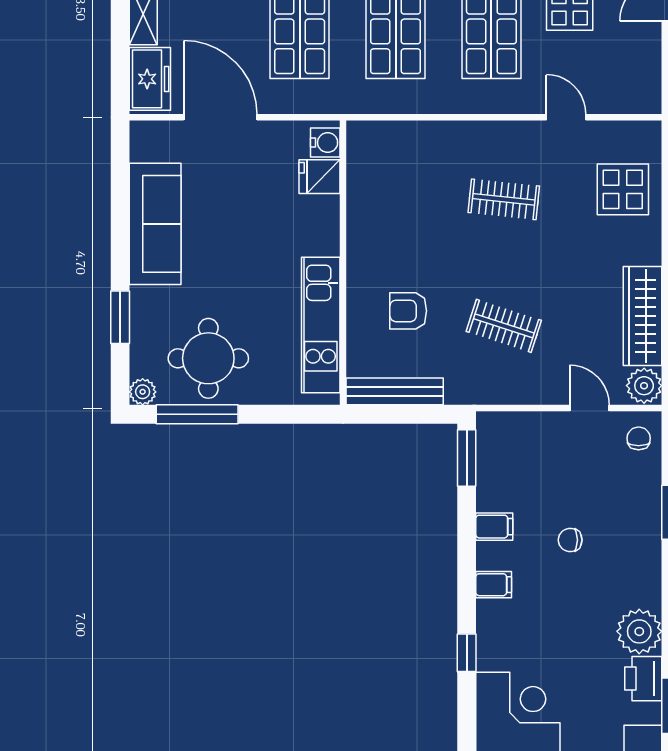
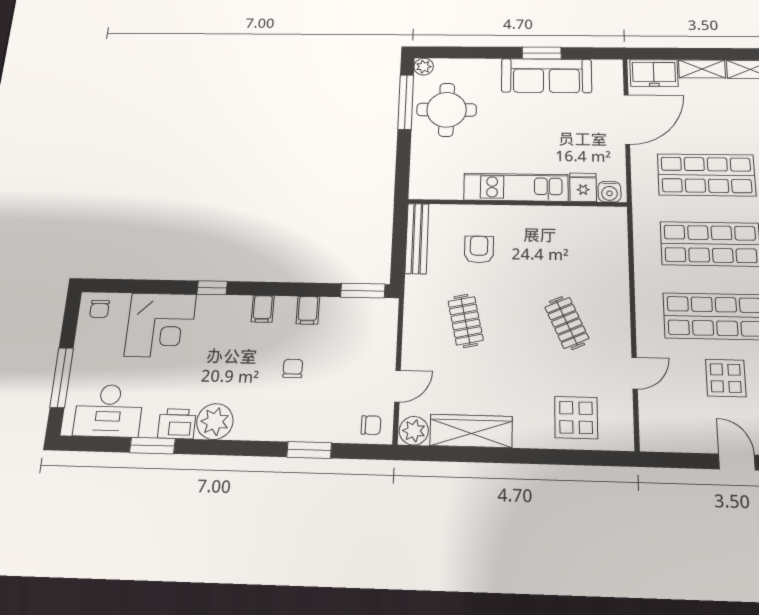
clothes rail: (504, 199) -> (567, 323), turned -30
window: (120, 317) -> (542, 53), moved
kitchen unit: (321, 325) -> (516, 187), moved
clothes rail: (504, 326) -> (466, 321), turned -30

